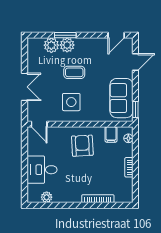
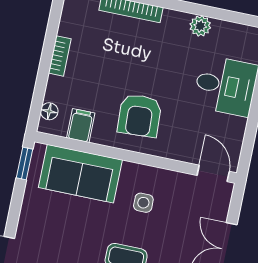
sofa: (121, 98) -> (80, 174), moved, turned 90
side table: (71, 102) -> (143, 203), width x0.54, depth x0.54
plant: (47, 197) -> (200, 26), moved

